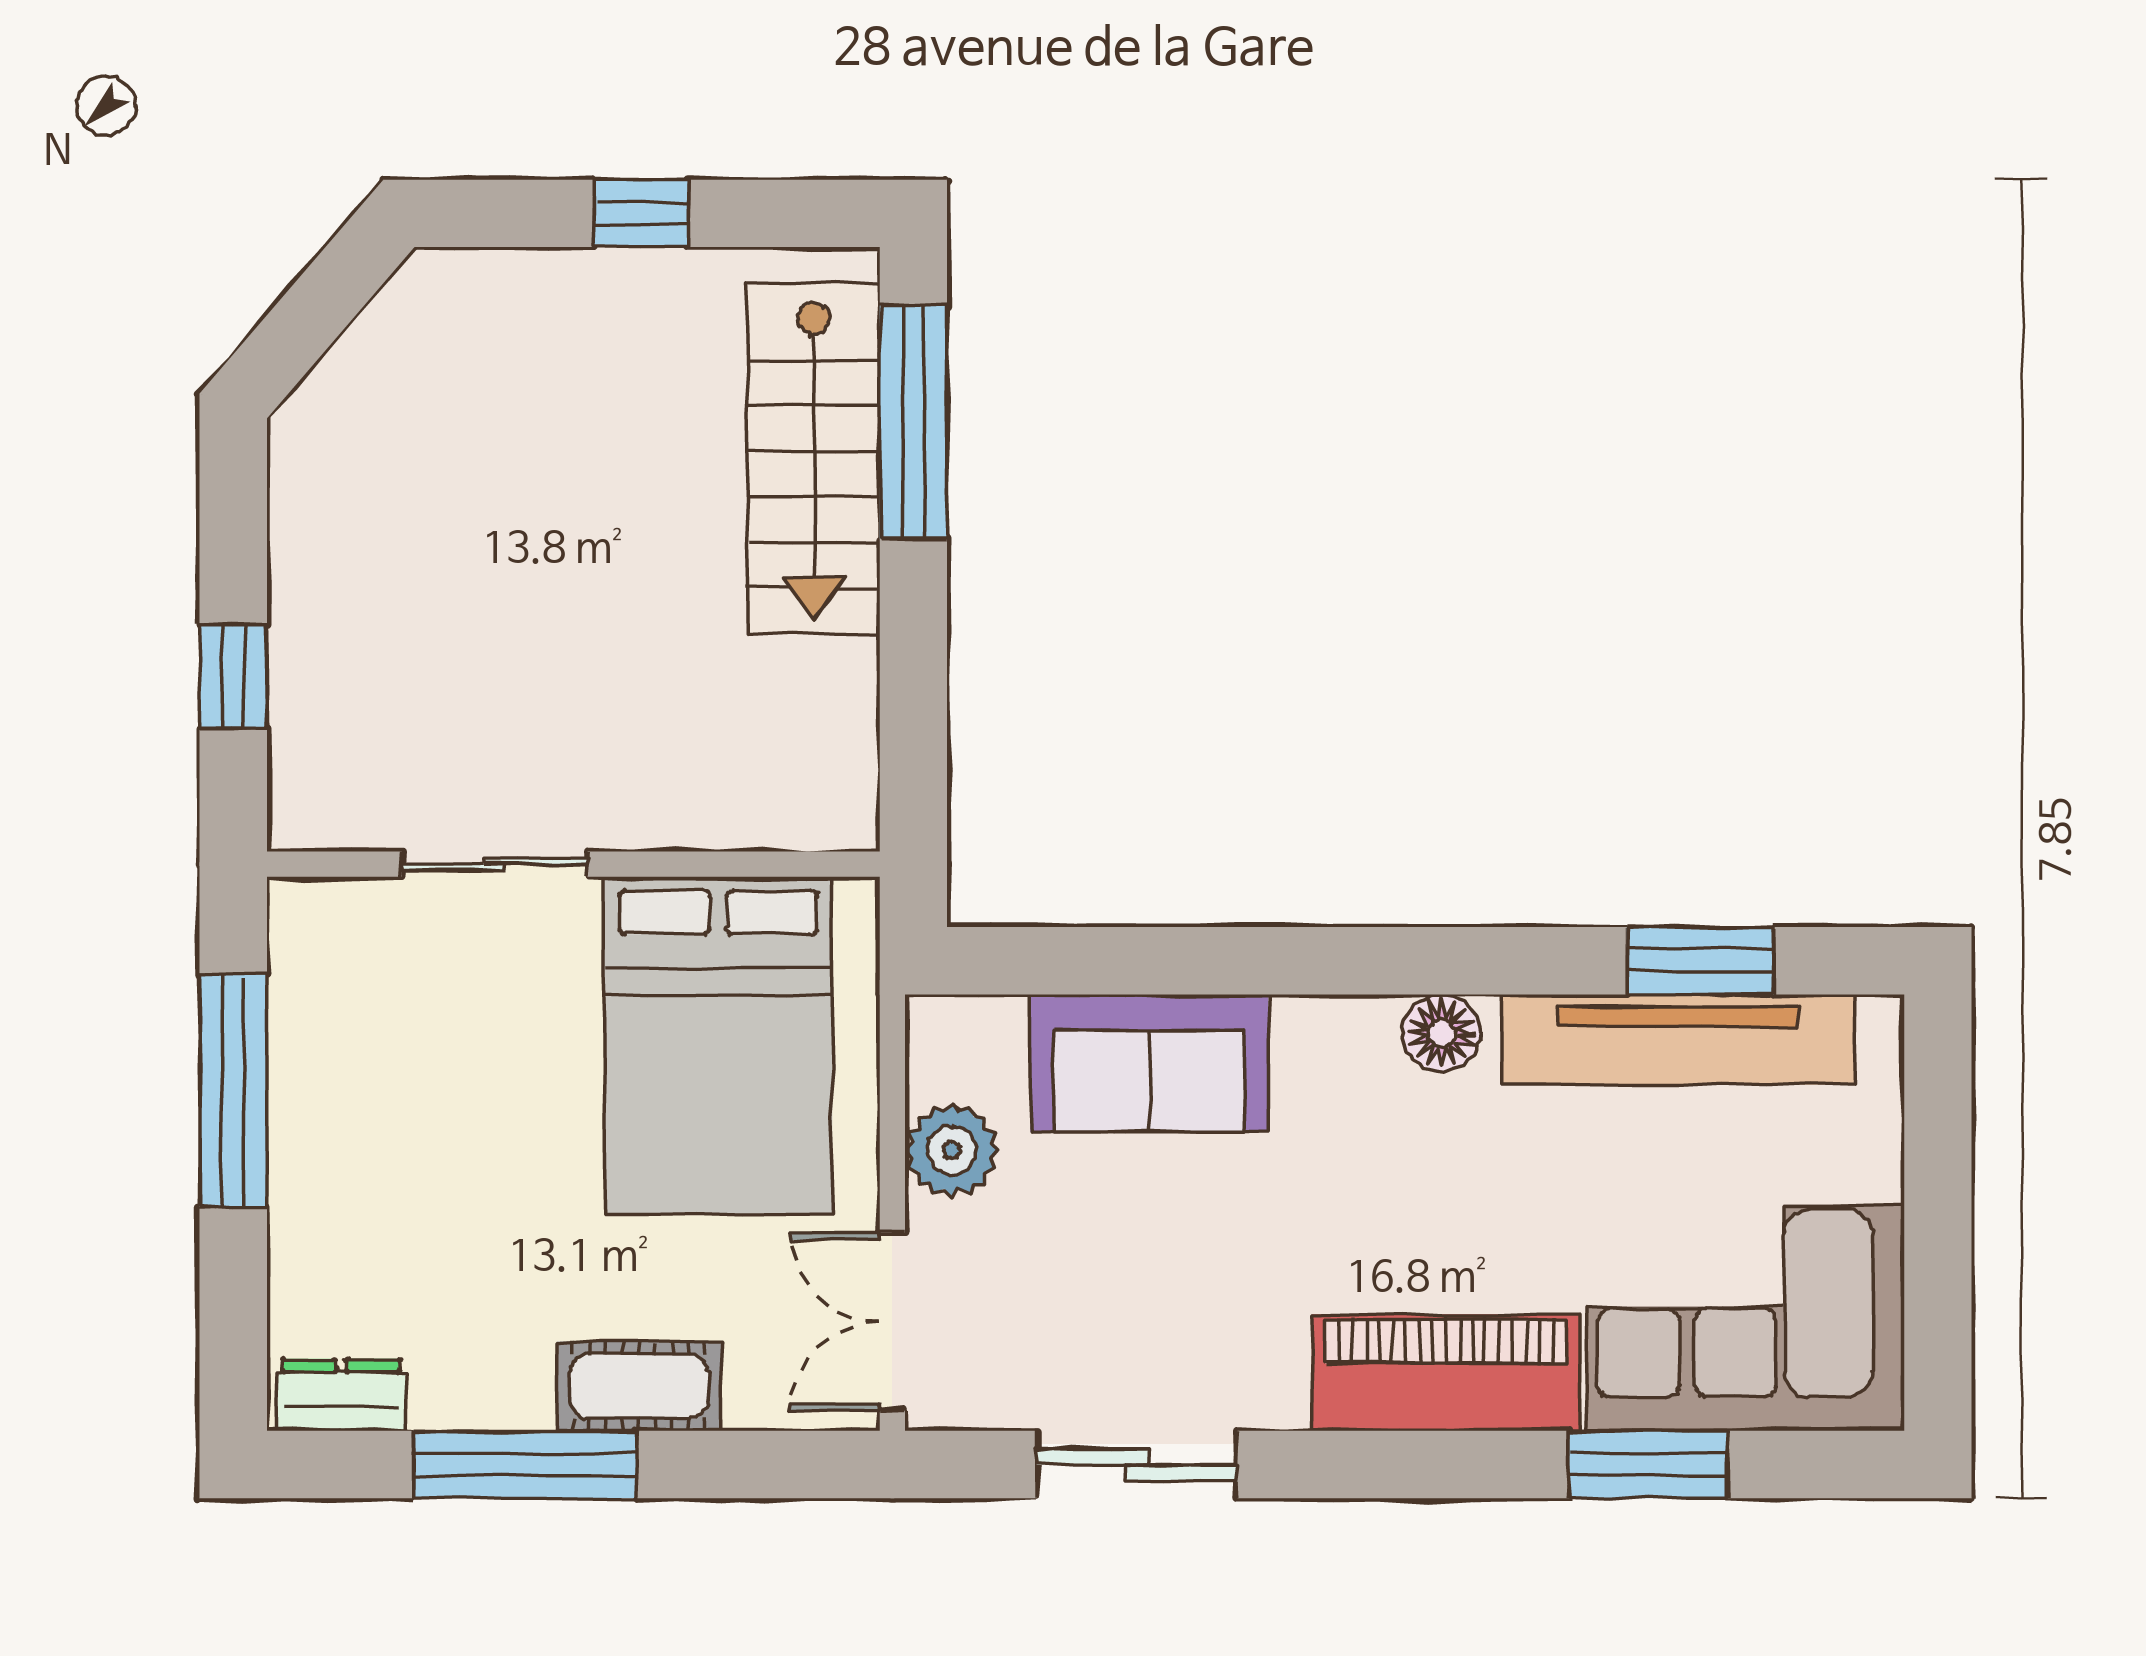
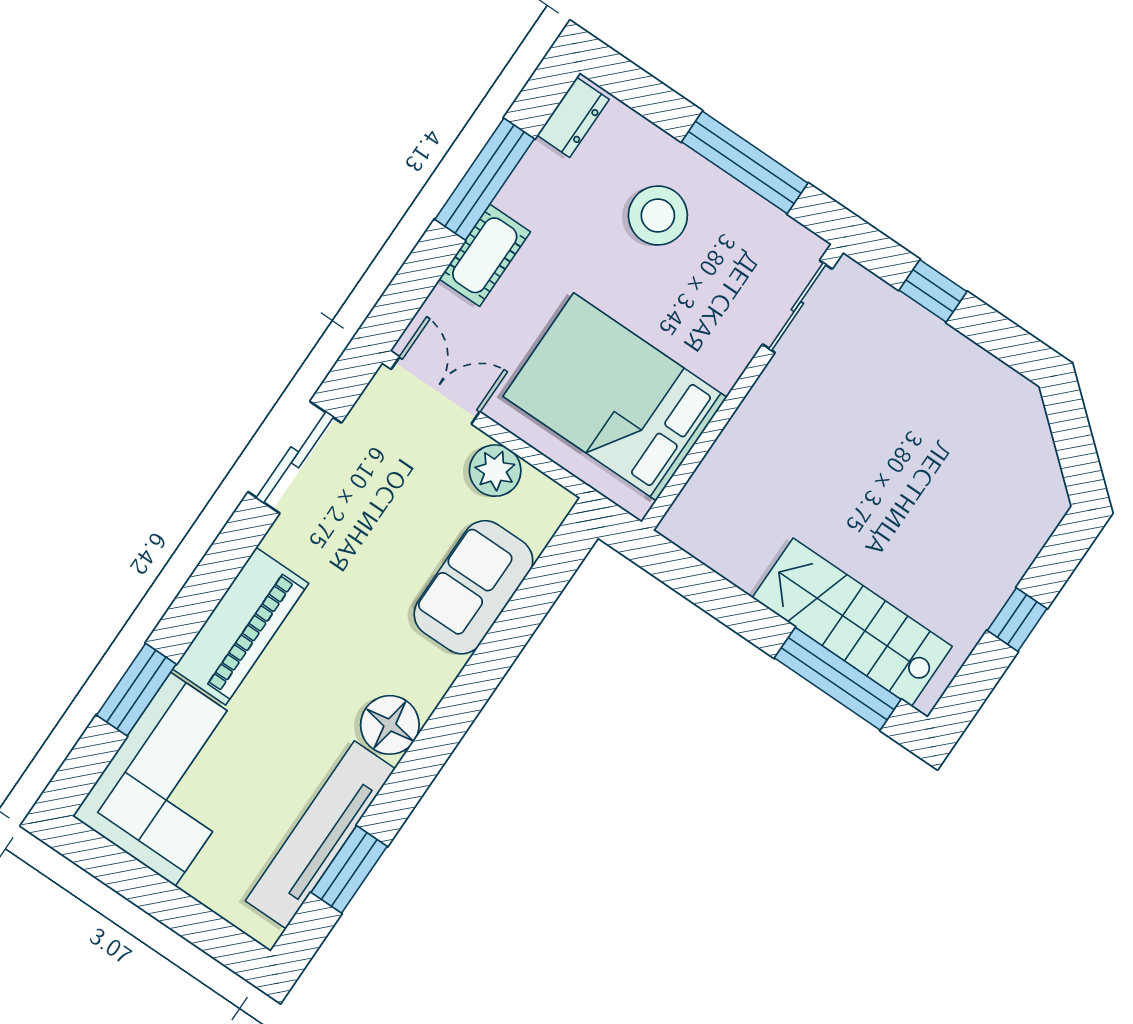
sliding door: (495, 864) -> (797, 307), moved
floor lamp: (1442, 1033) -> (390, 725), width x1.38, depth x1.38
stool: (402, 1167) -> (658, 215), added

